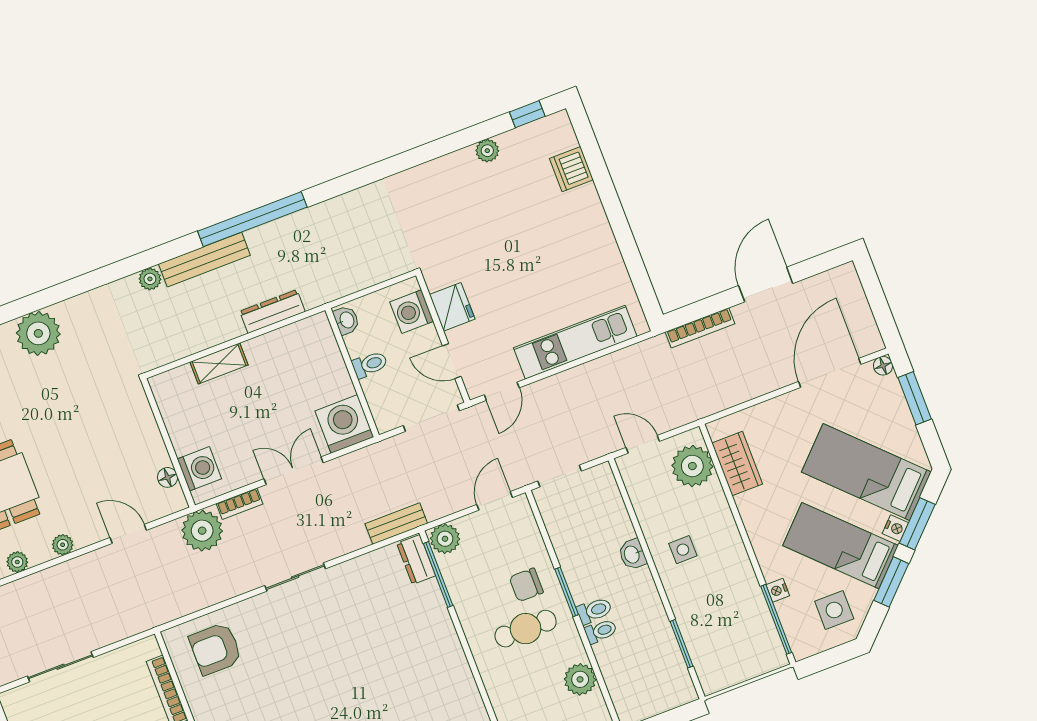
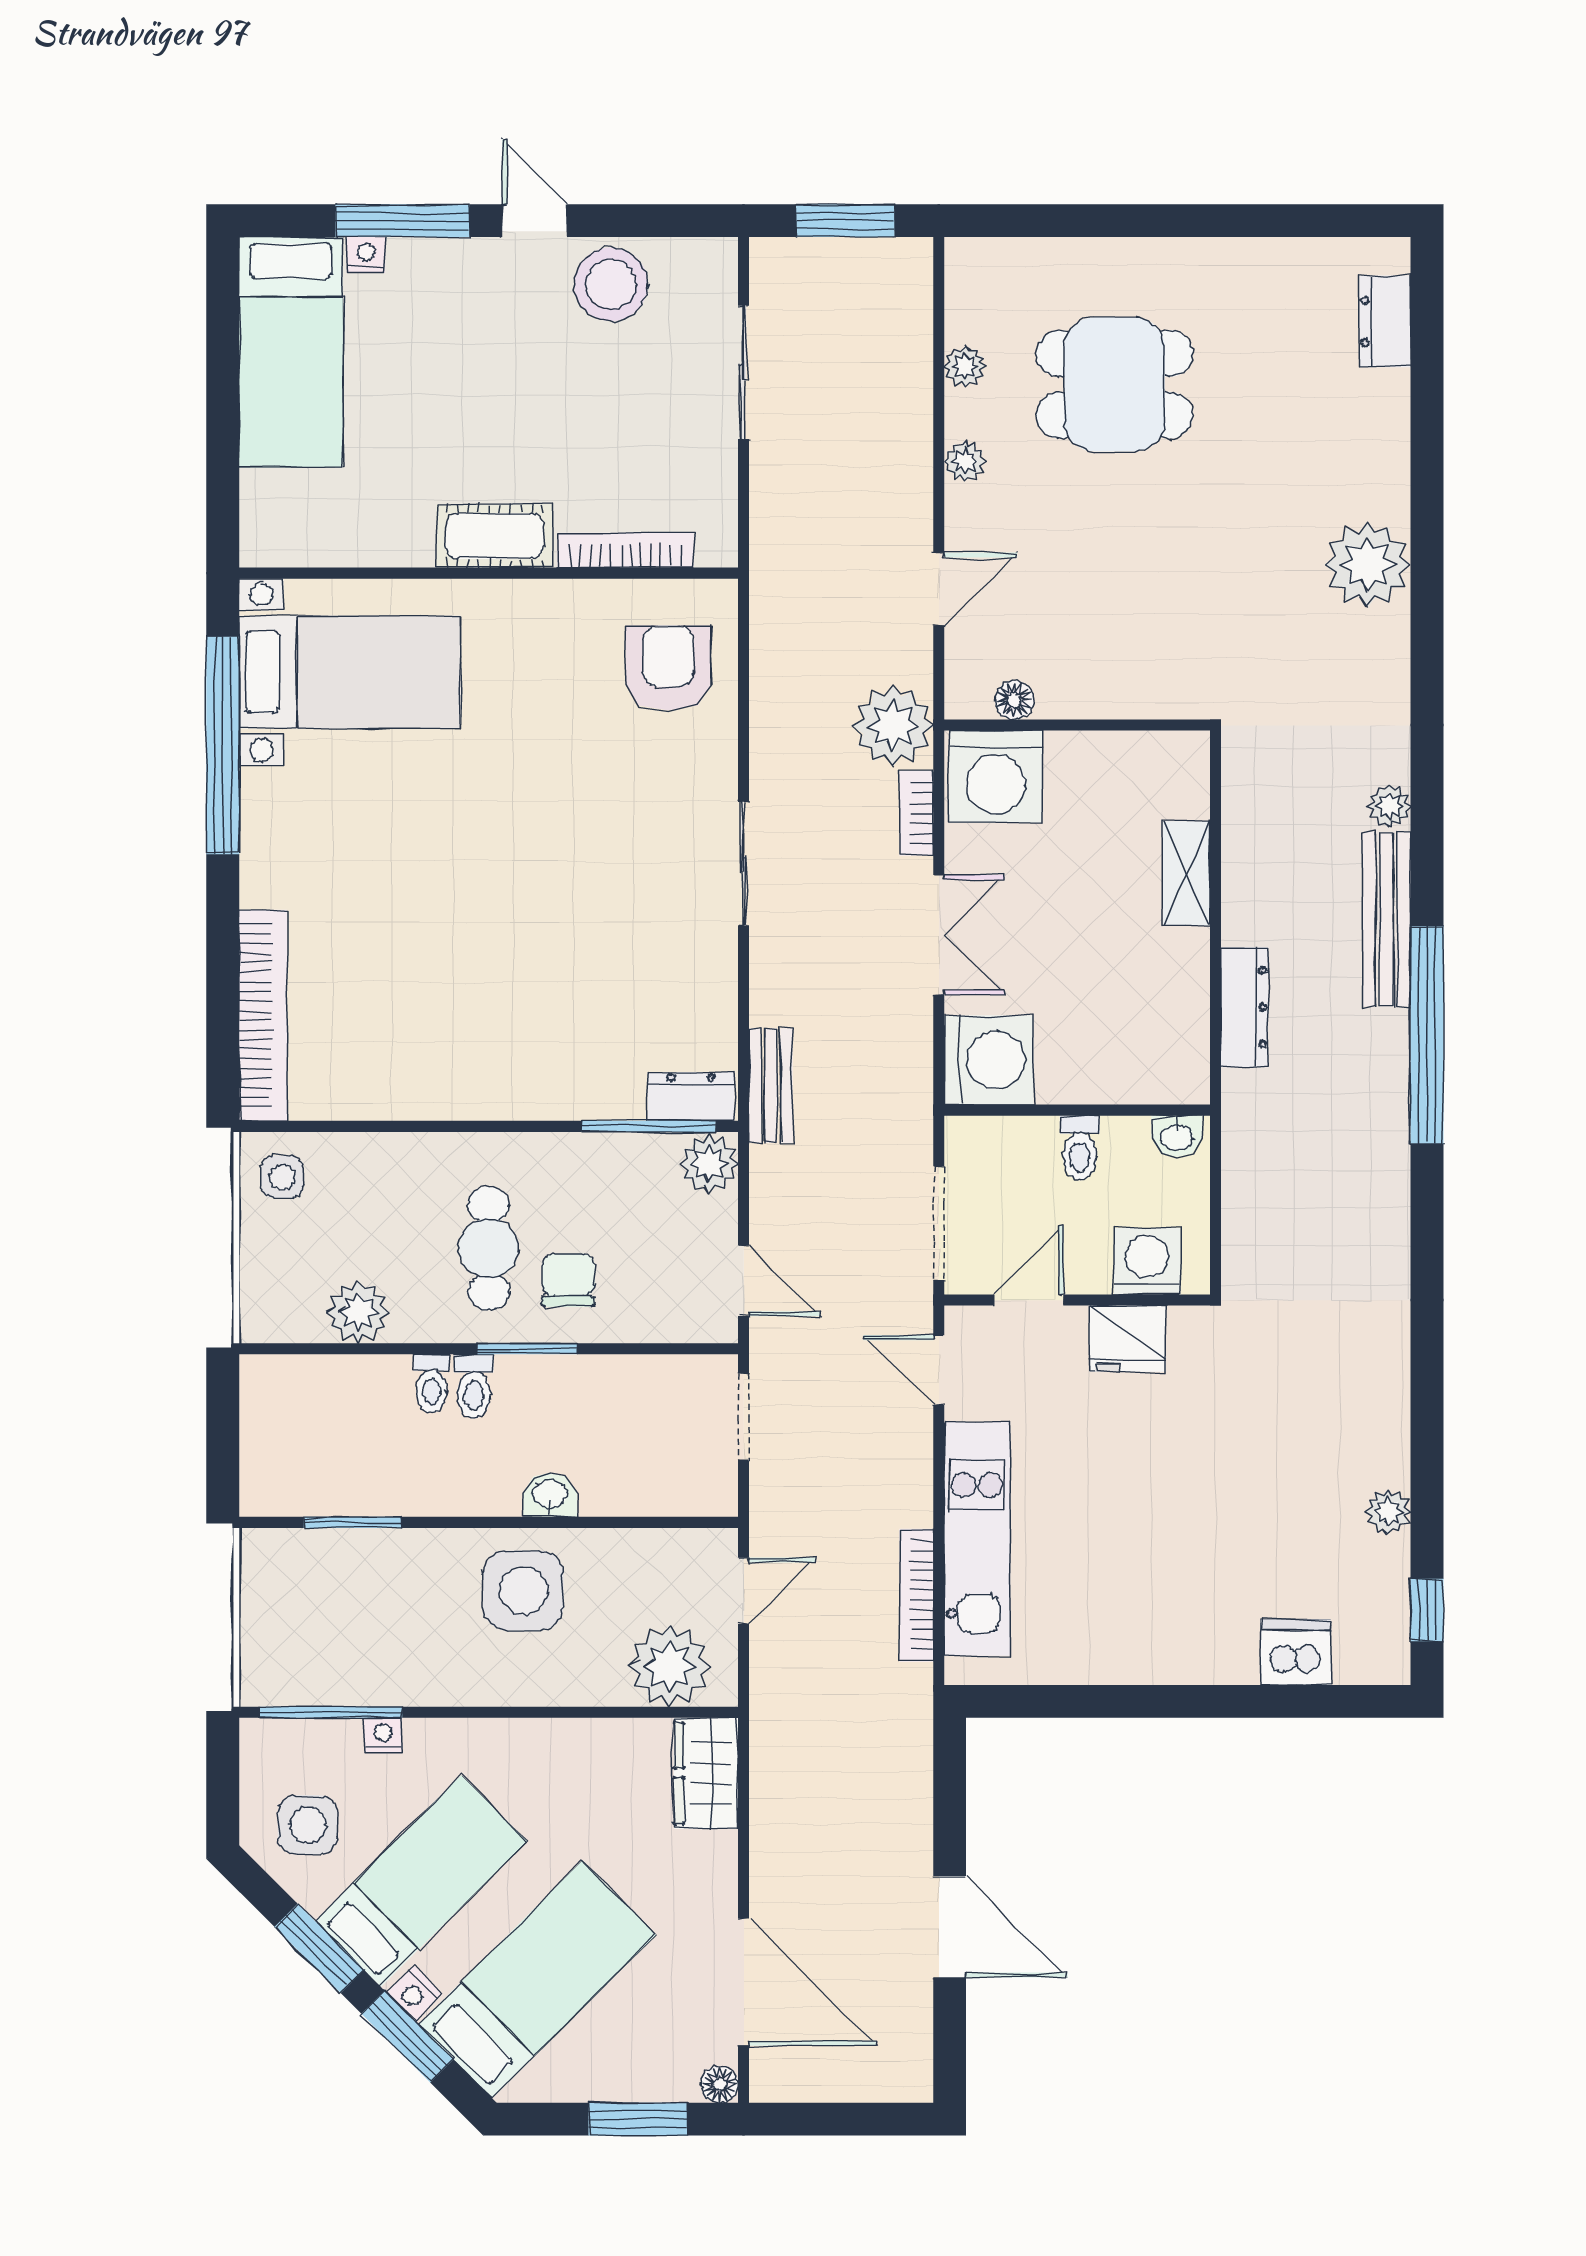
bookcase: (700, 328) -> (916, 1595), moved
wardrobe: (737, 464) -> (706, 1773), moved, turned 90
washing machine: (199, 469) -> (996, 777), width x1.37, depth x1.37
side table: (683, 550) -> (523, 1591), width x1.87, depth x1.87

